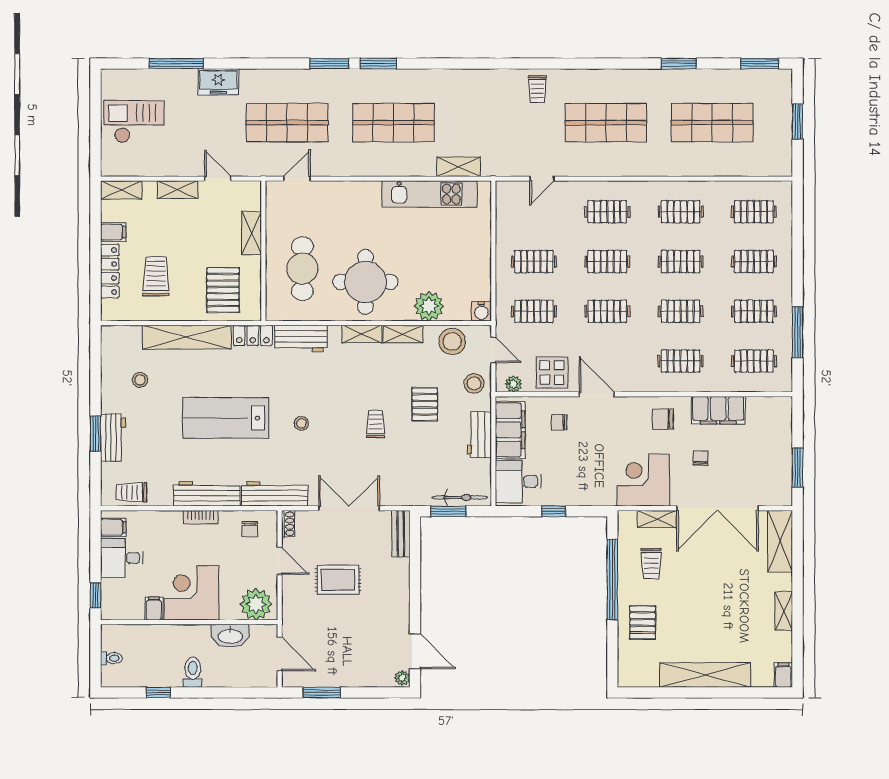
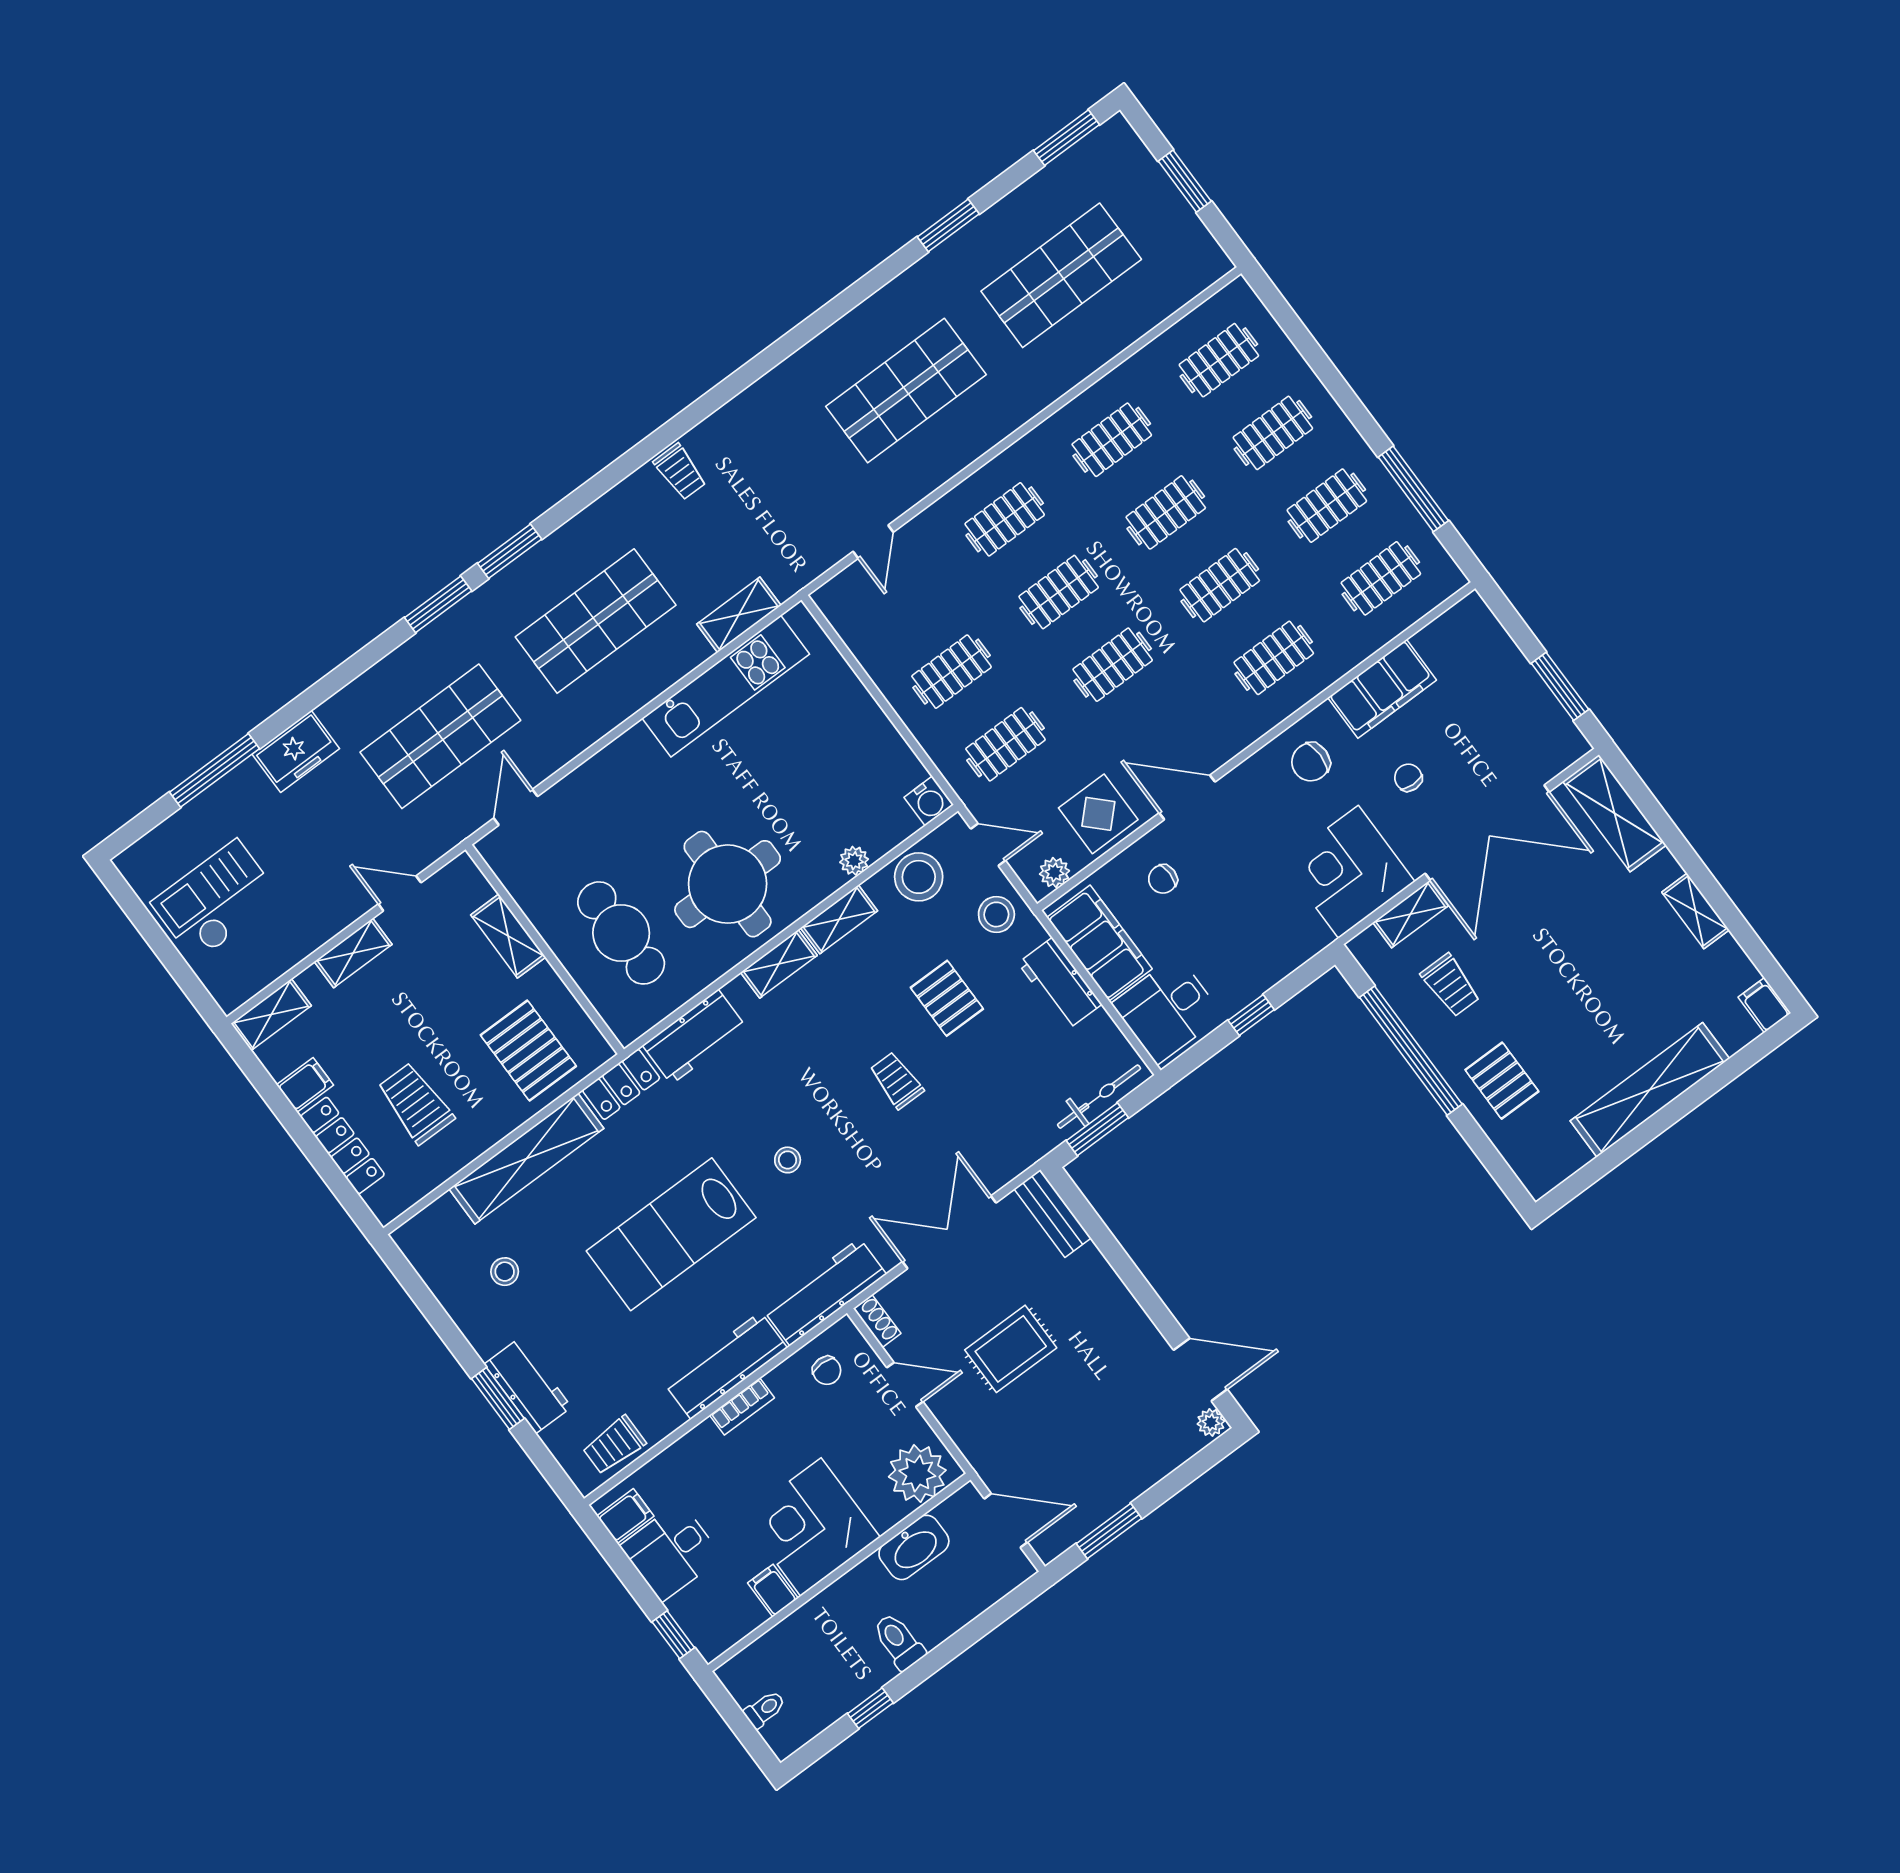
trolley: (537, 89) -> (680, 472), moved
plant: (429, 306) -> (854, 861), width x0.53, depth x0.53

